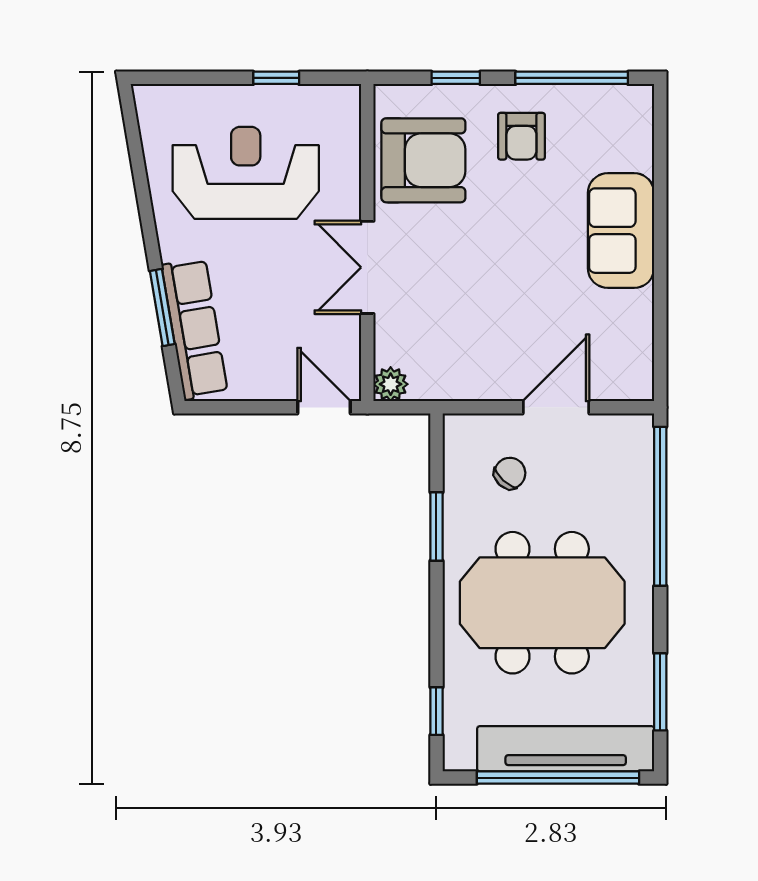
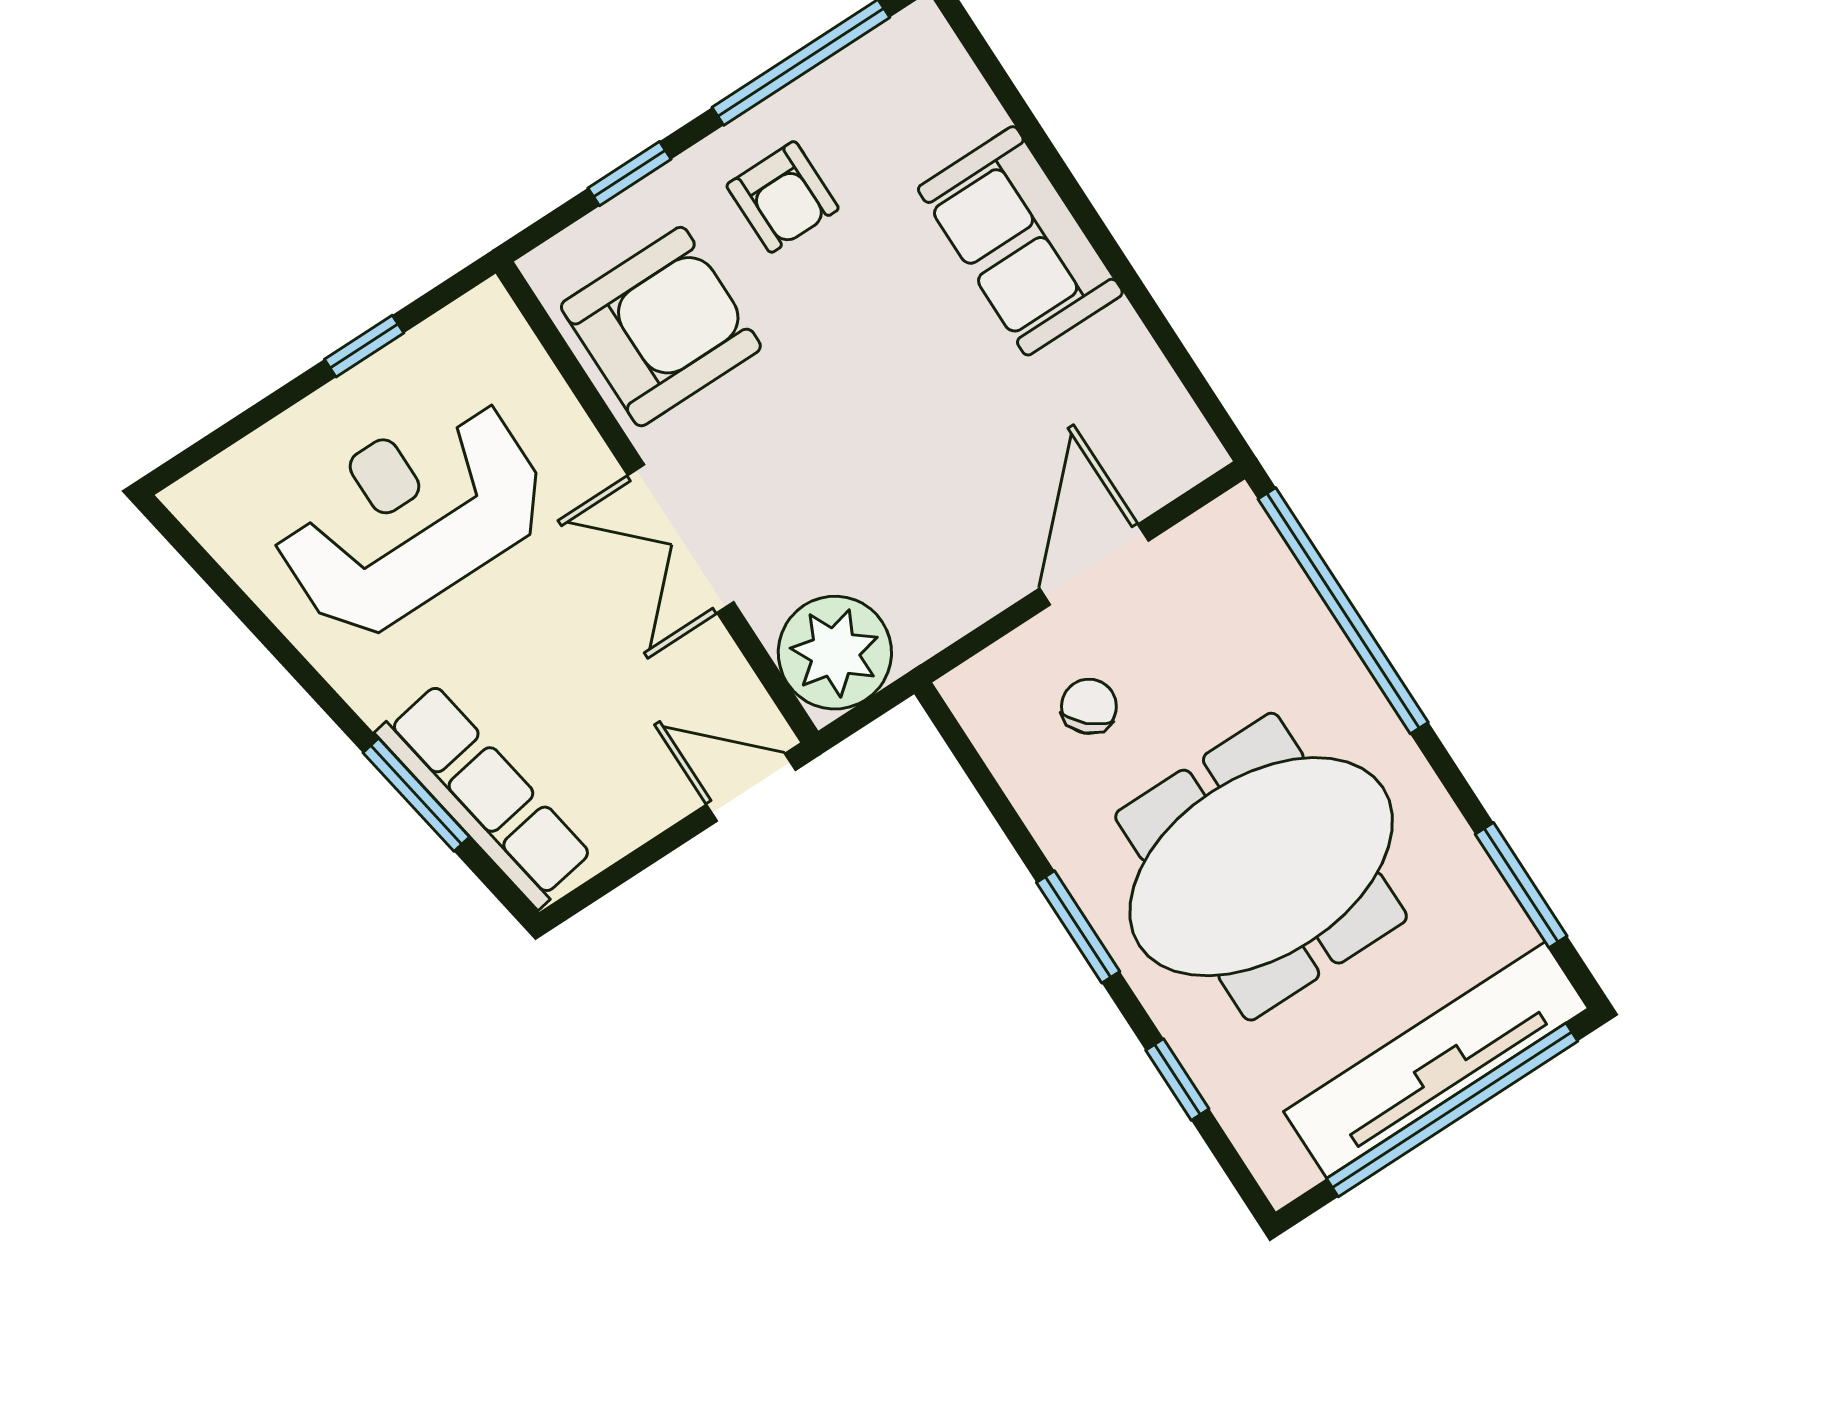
plant: (391, 384) -> (835, 653), width x1.88, depth x1.88
window: (436, 527) -> (1078, 927), moved
window: (436, 711) -> (1177, 1080), moved

